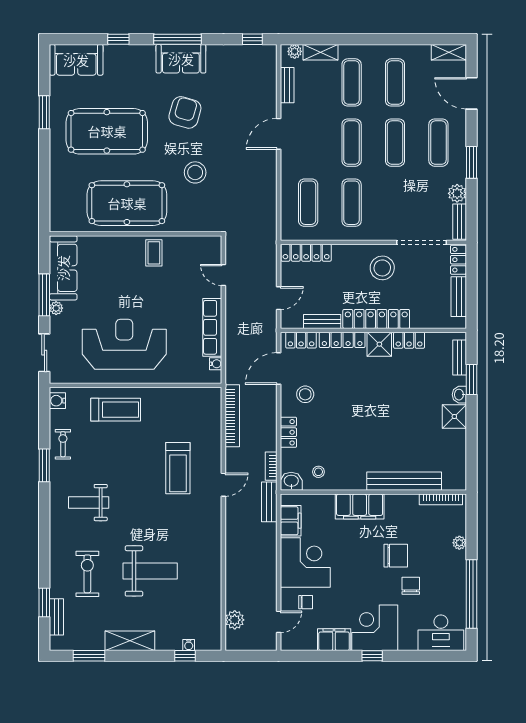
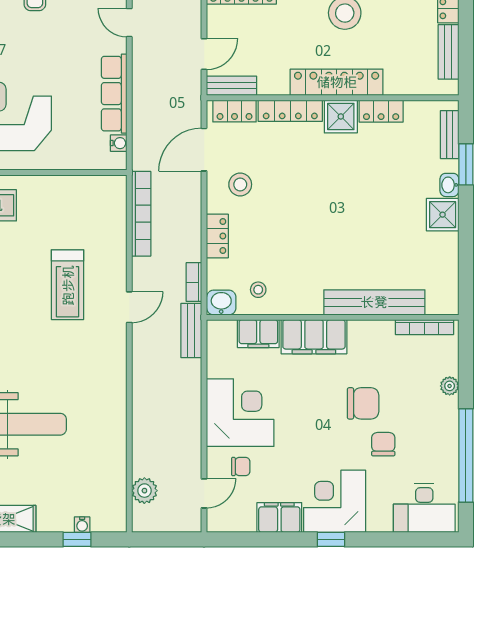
bench: (322, 322) -> (232, 86), moved
filing cabinet: (291, 521) -> (258, 334), moved, turned 90

